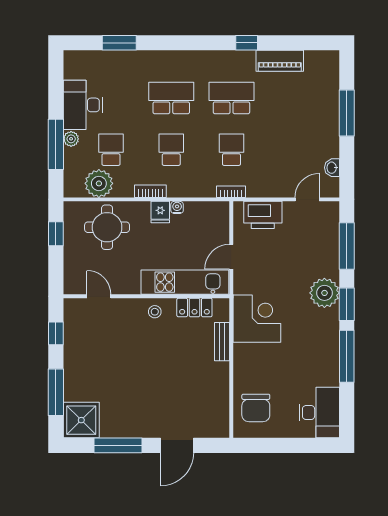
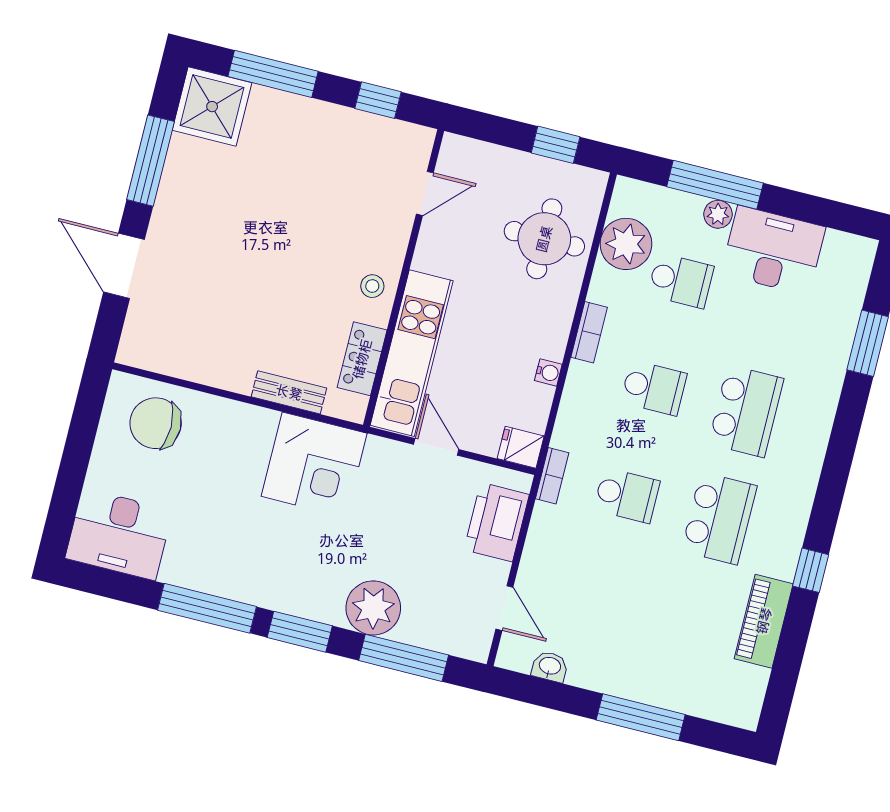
fridge: (160, 212) -> (521, 447), moved
plant: (324, 293) -> (373, 608), moved

